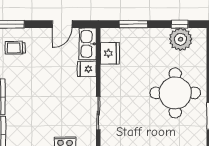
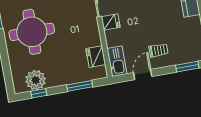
trolley: (15, 48) -> (158, 50), moved
fridge: (87, 69) -> (111, 22), moved

